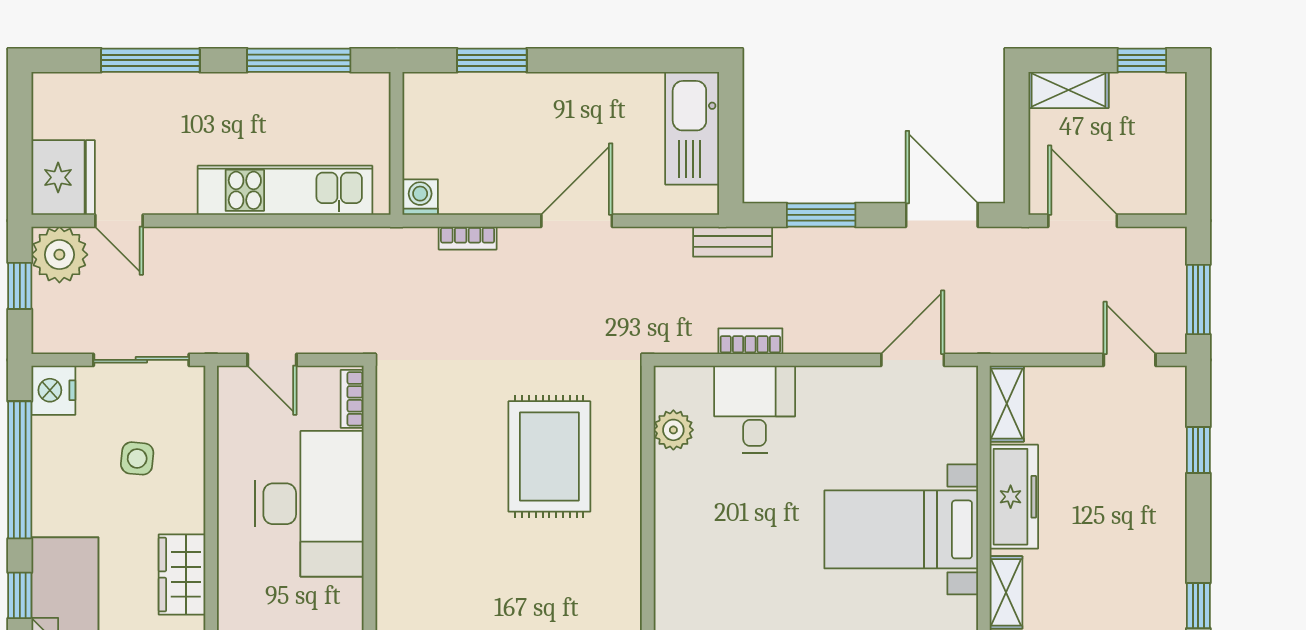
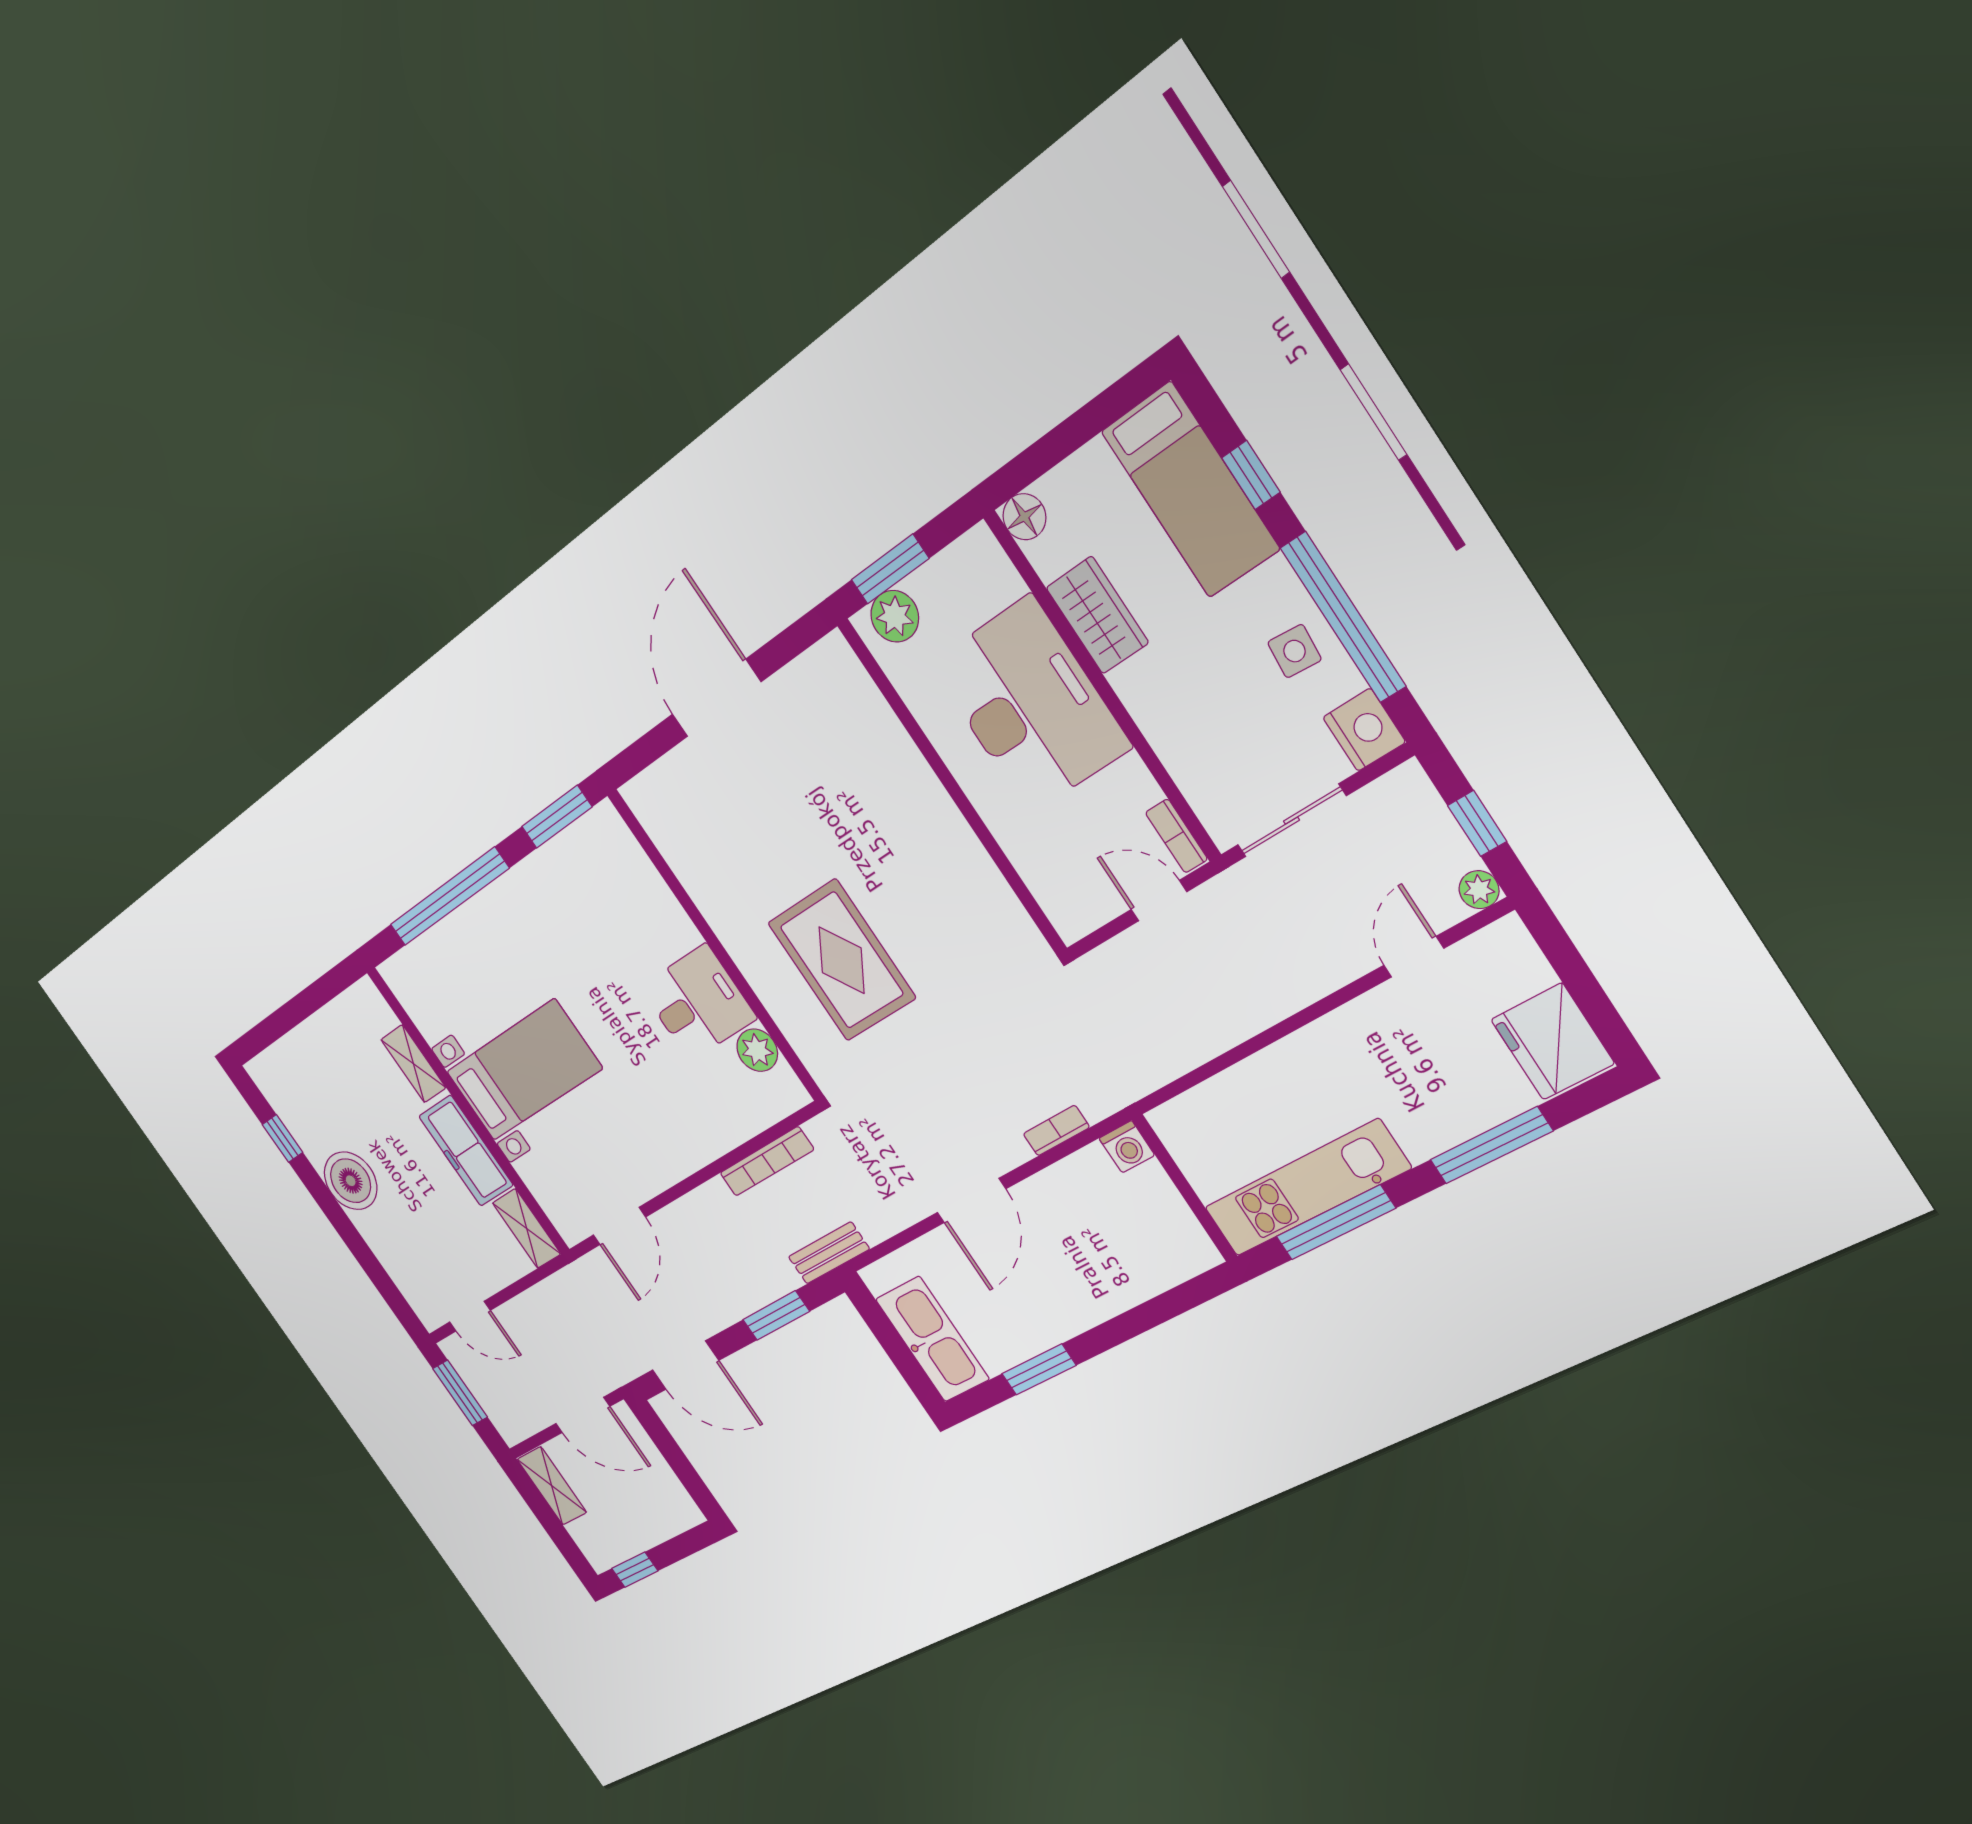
window: (492, 60) -> (1039, 1369), moved
shelving: (1068, 90) -> (552, 1486), moved, turned 90
fridge: (63, 177) -> (1552, 1042), moved
kitchen unit: (285, 190) -> (1307, 1188), moved, turned 180
door: (119, 221) -> (1414, 957), hinge flipped
plant: (59, 255) -> (1479, 890), width x0.53, depth x0.53
bookcase: (750, 341) -> (767, 1161), width x1.56
bookcase: (352, 399) -> (1176, 836), moved, turned 180
desk: (755, 409) -> (698, 1003), moved, turned -90
window: (1198, 450) -> (373, 1268), removed
side table: (137, 458) -> (1294, 651), moved
desk: (309, 504) -> (1030, 705), moved, turned 180
boiler: (1156, 534) -> (351, 1181), added

